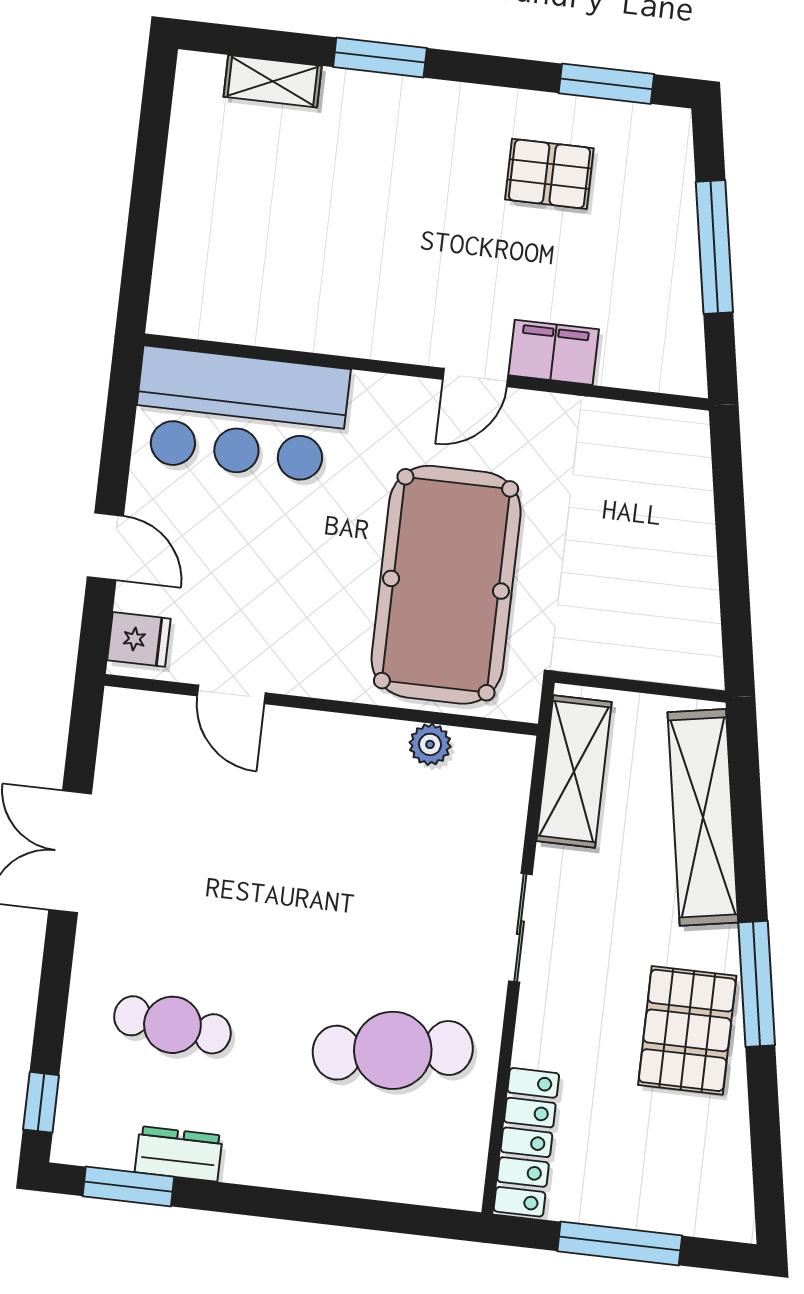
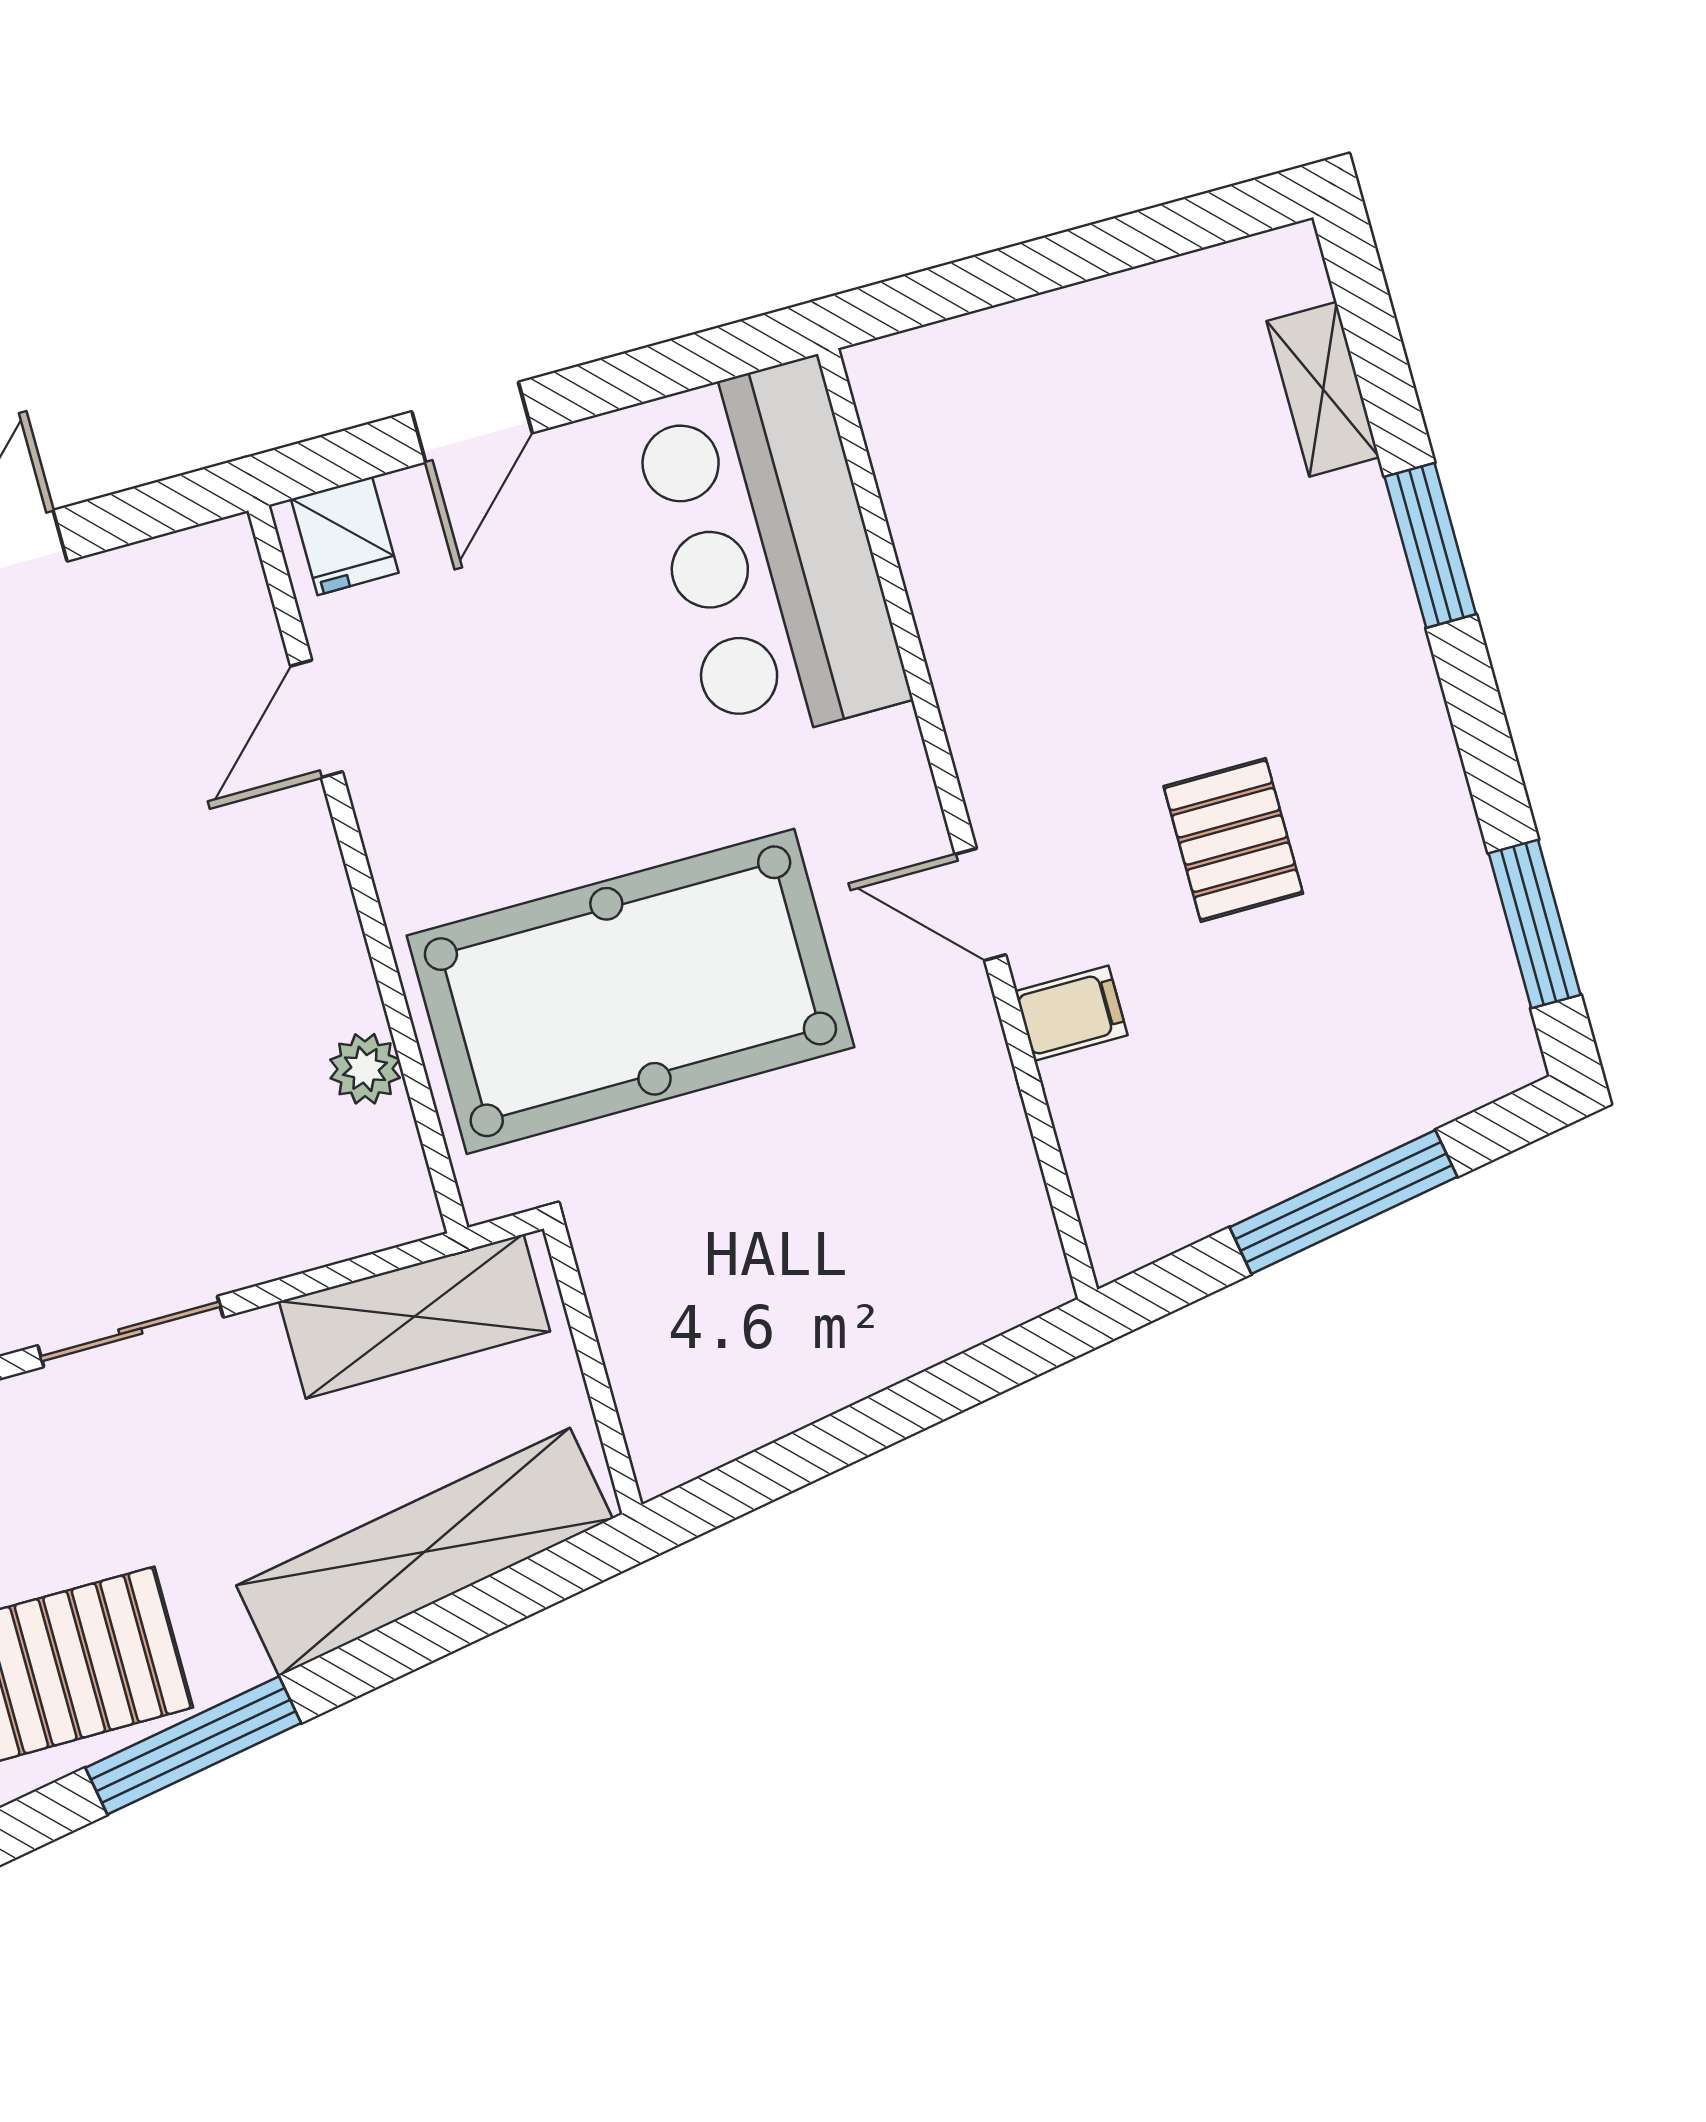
pallet: (549, 174) -> (1233, 840), moved
filing cabinet: (554, 352) -> (1071, 1013), width x0.50

